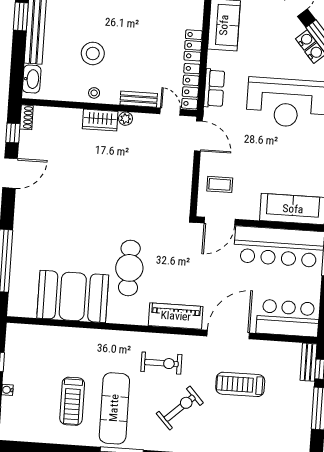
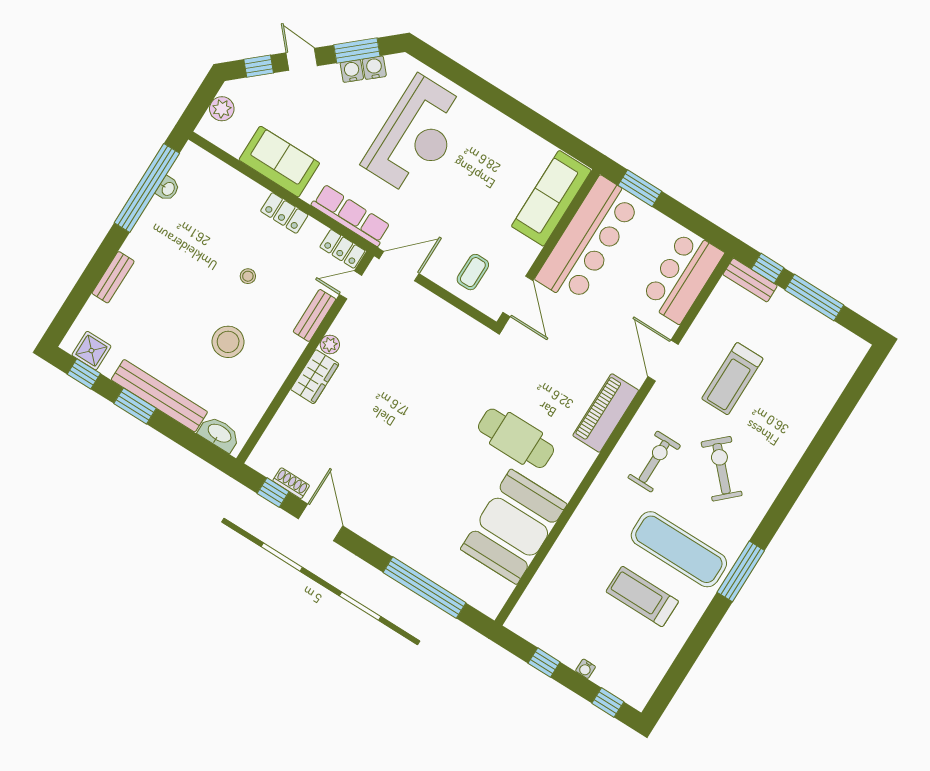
locker: (191, 86) -> (342, 249), width x0.66
row of seats: (214, 88) -> (351, 215), width x1.48
stool: (94, 93) -> (248, 276), moved
shoe rack: (26, 117) -> (291, 483), moved
door: (228, 334) -> (663, 361), width x0.73
treadmill: (72, 401) -> (642, 596), turned 180

